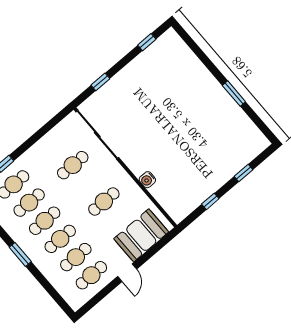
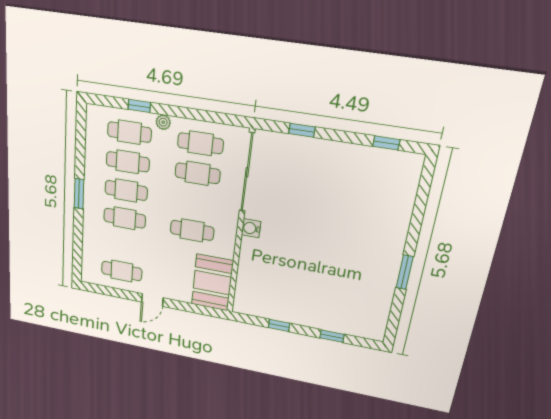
plant: (26, 158) -> (163, 122), added
water cooler: (147, 180) -> (251, 228), moved
booth: (141, 235) -> (212, 283), moved, turned 90
cafe table: (76, 257) -> (200, 143), moved

